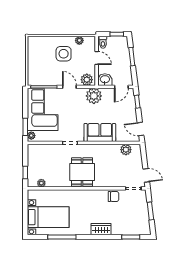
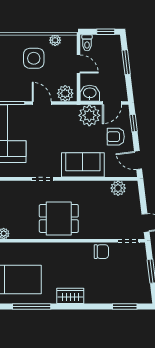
plant: (94, 96) -> (89, 115), moved
armchair: (124, 112) -> (116, 137), added
dining table: (82, 172) -> (59, 218), turned 90
wardrobe: (101, 229) -> (70, 296), moved

